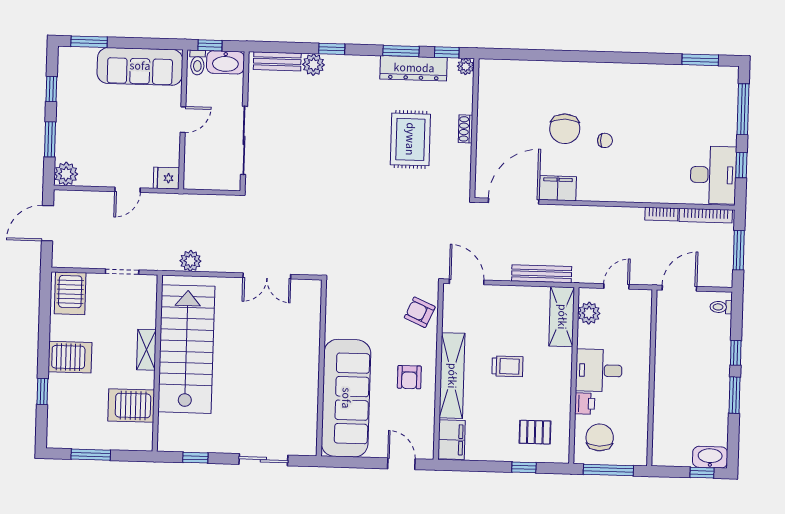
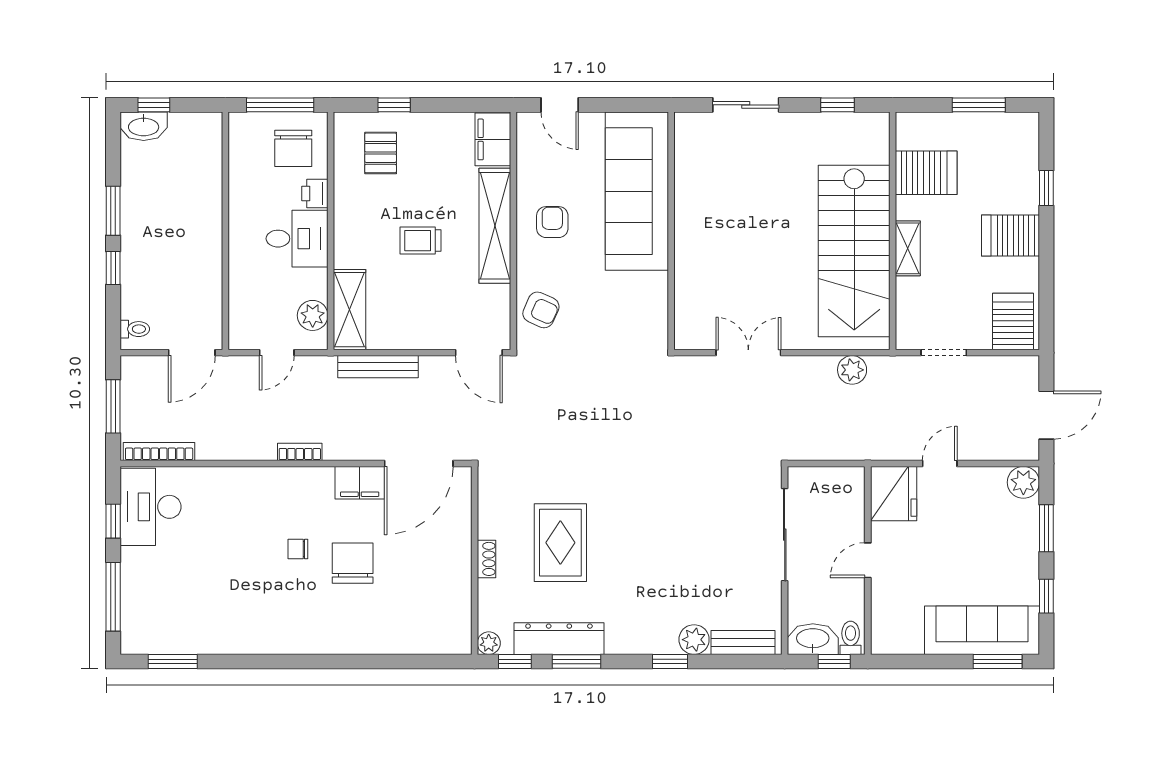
sofa: (140, 66) -> (982, 630), moved
fridge: (166, 178) -> (894, 494), width x1.88, depth x1.34
bookcase: (661, 214) -> (300, 452), moved
pallet: (535, 432) -> (381, 153), turned 90

